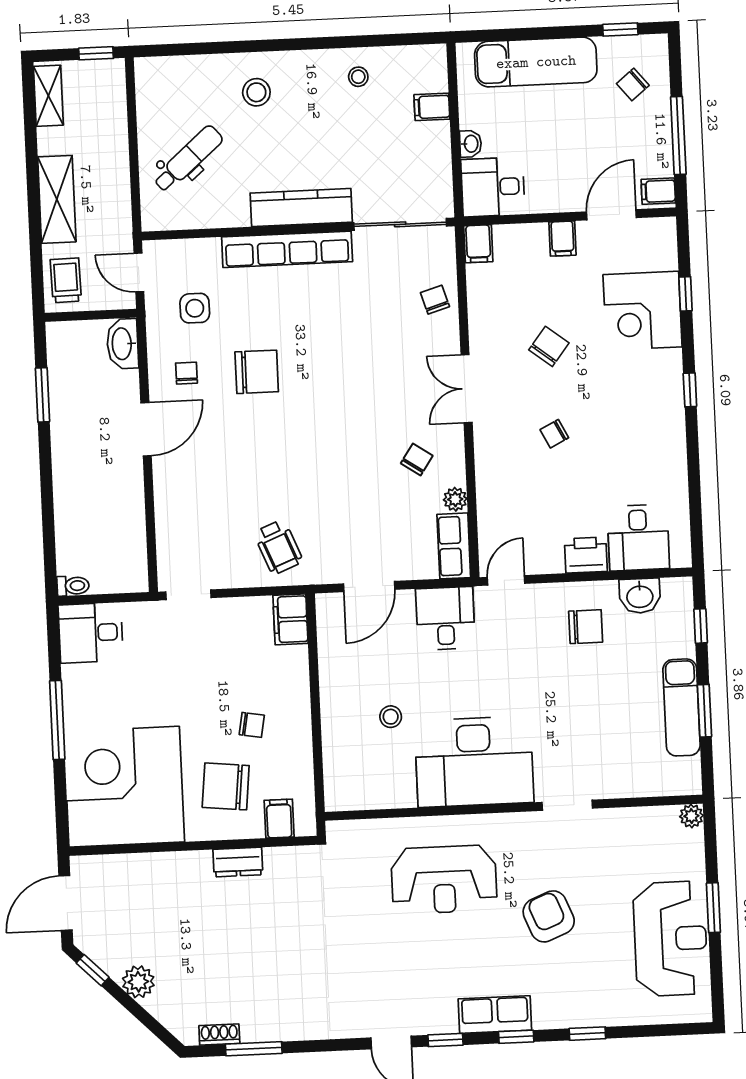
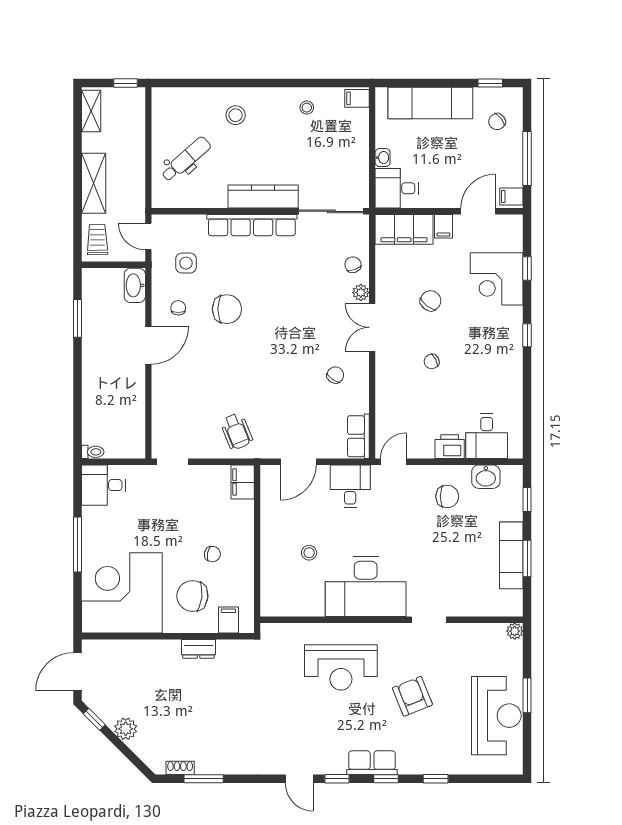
filing cabinet: (432, 107) -> (357, 98), moved
filing cabinet: (478, 244) -> (404, 229), width x3.00, depth x1.17
plant: (455, 499) -> (361, 293), moved

